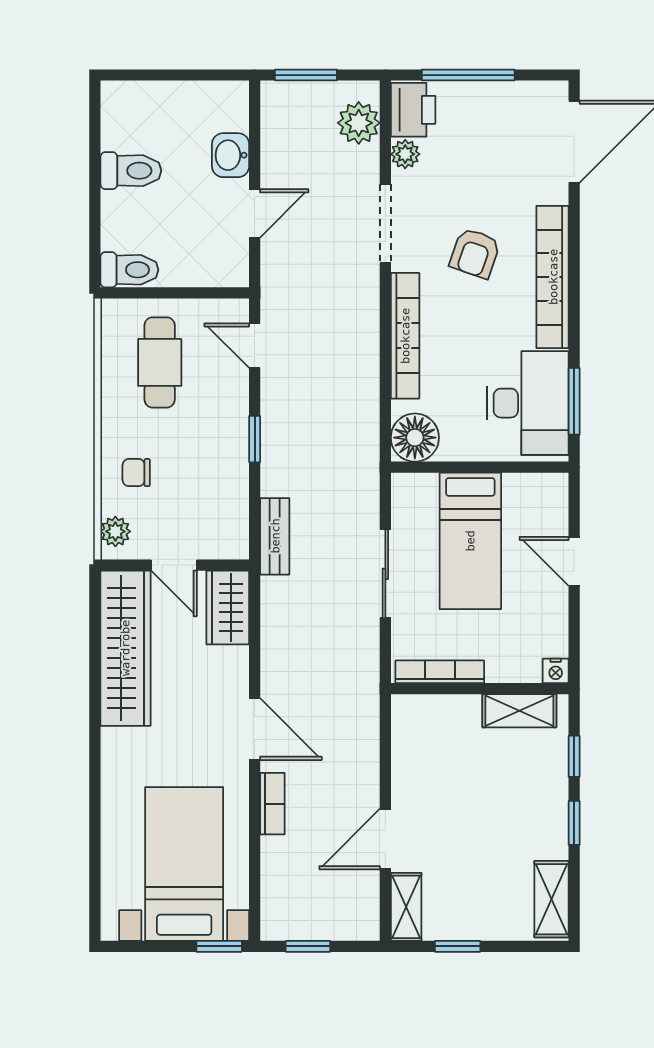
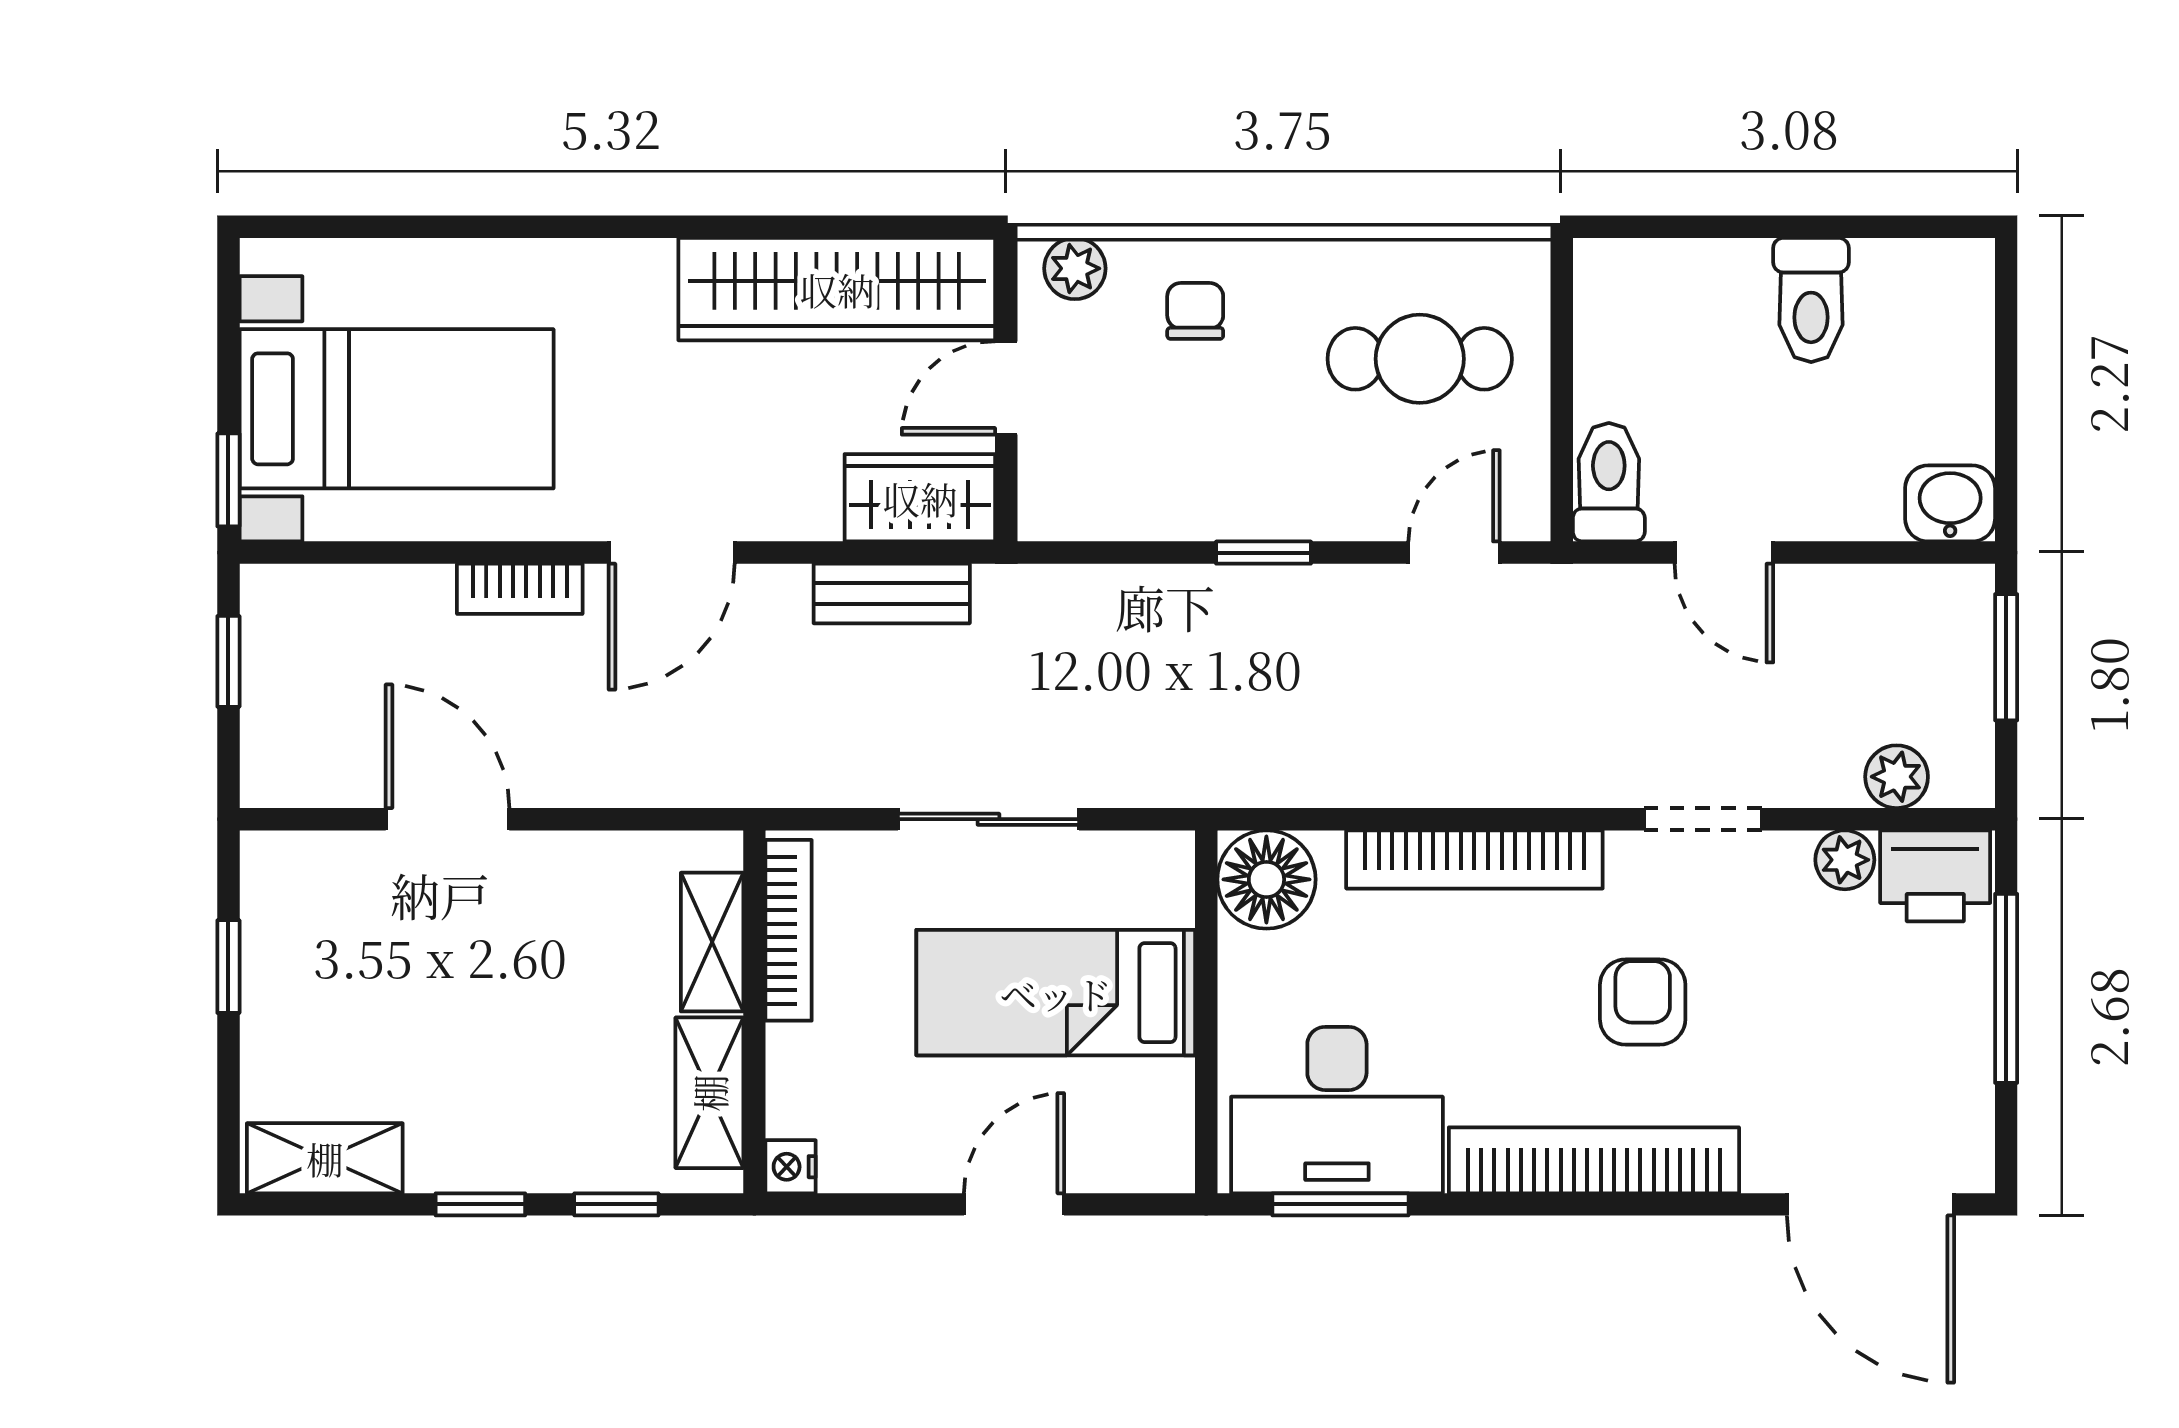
plant: (359, 123) -> (1897, 777), width x0.73, depth x0.73
washbasin: (231, 155) -> (1950, 503), moved
doorway: (385, 223) -> (1703, 819), width x0.73
armchair: (475, 253) -> (1643, 1002), turned 71
toilet: (129, 270) -> (1609, 482), moved, turned 180
bench: (275, 536) -> (892, 594), moved
shelving: (406, 907) -> (712, 942), moved, turned 90

